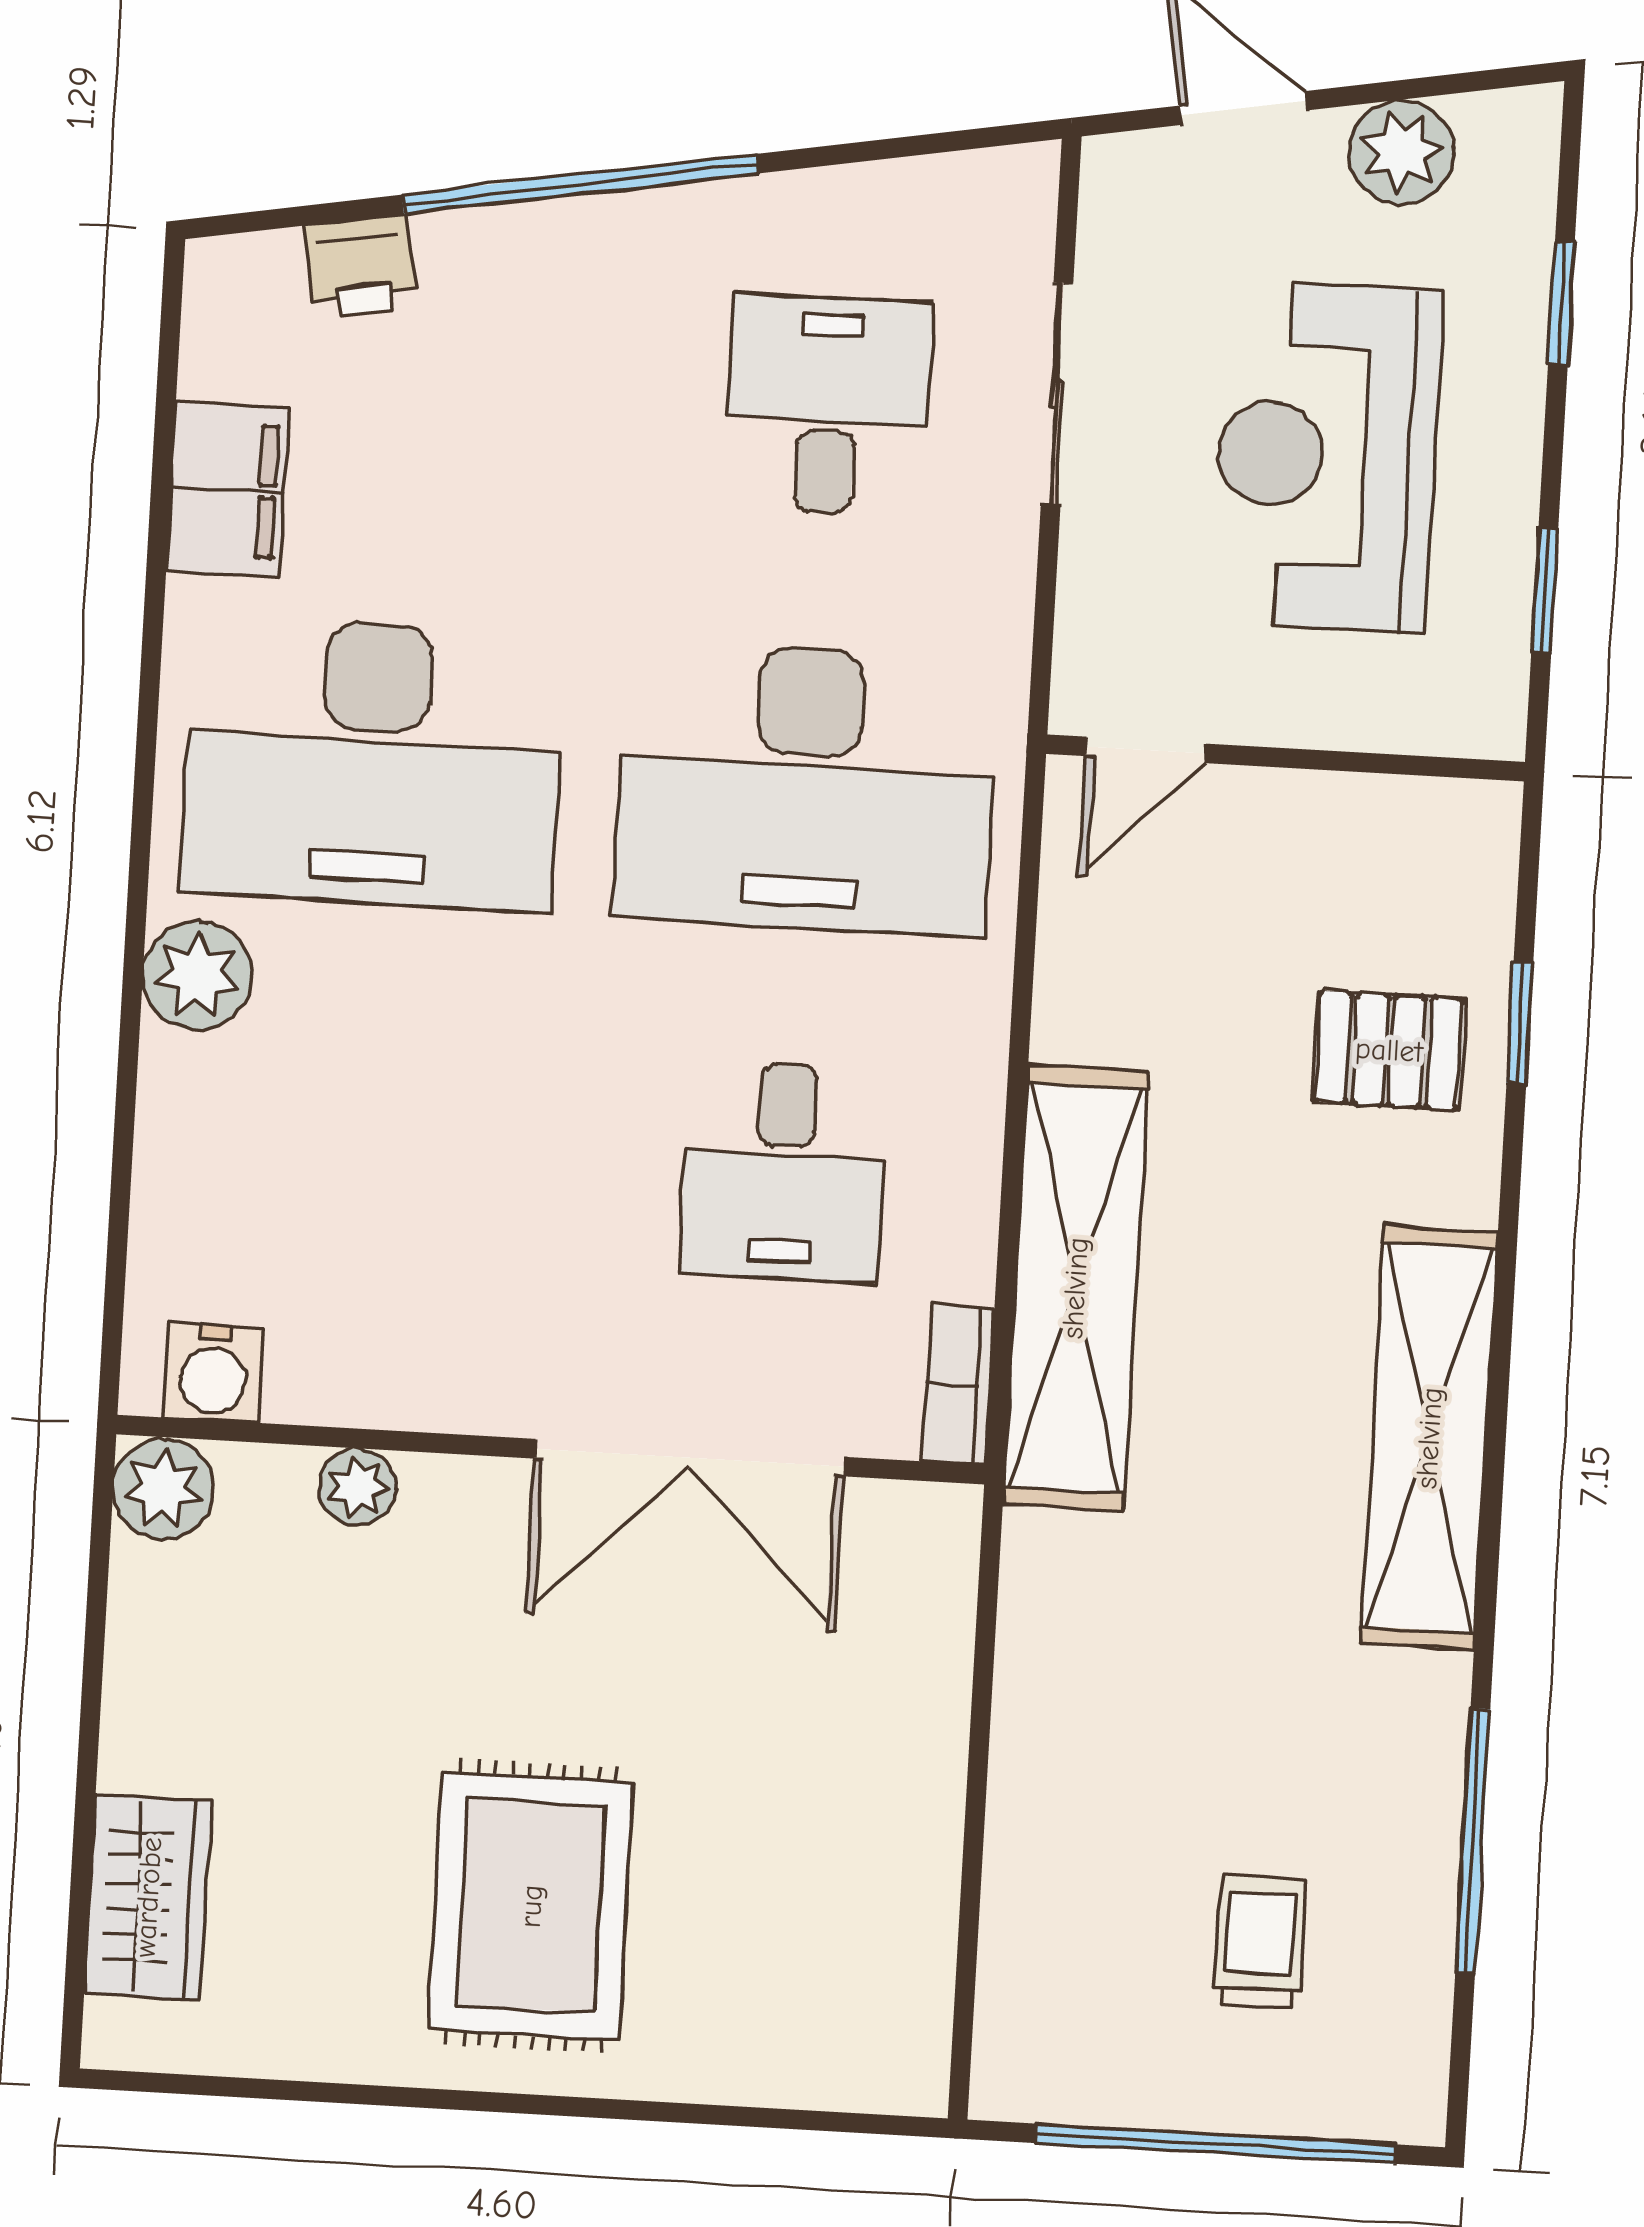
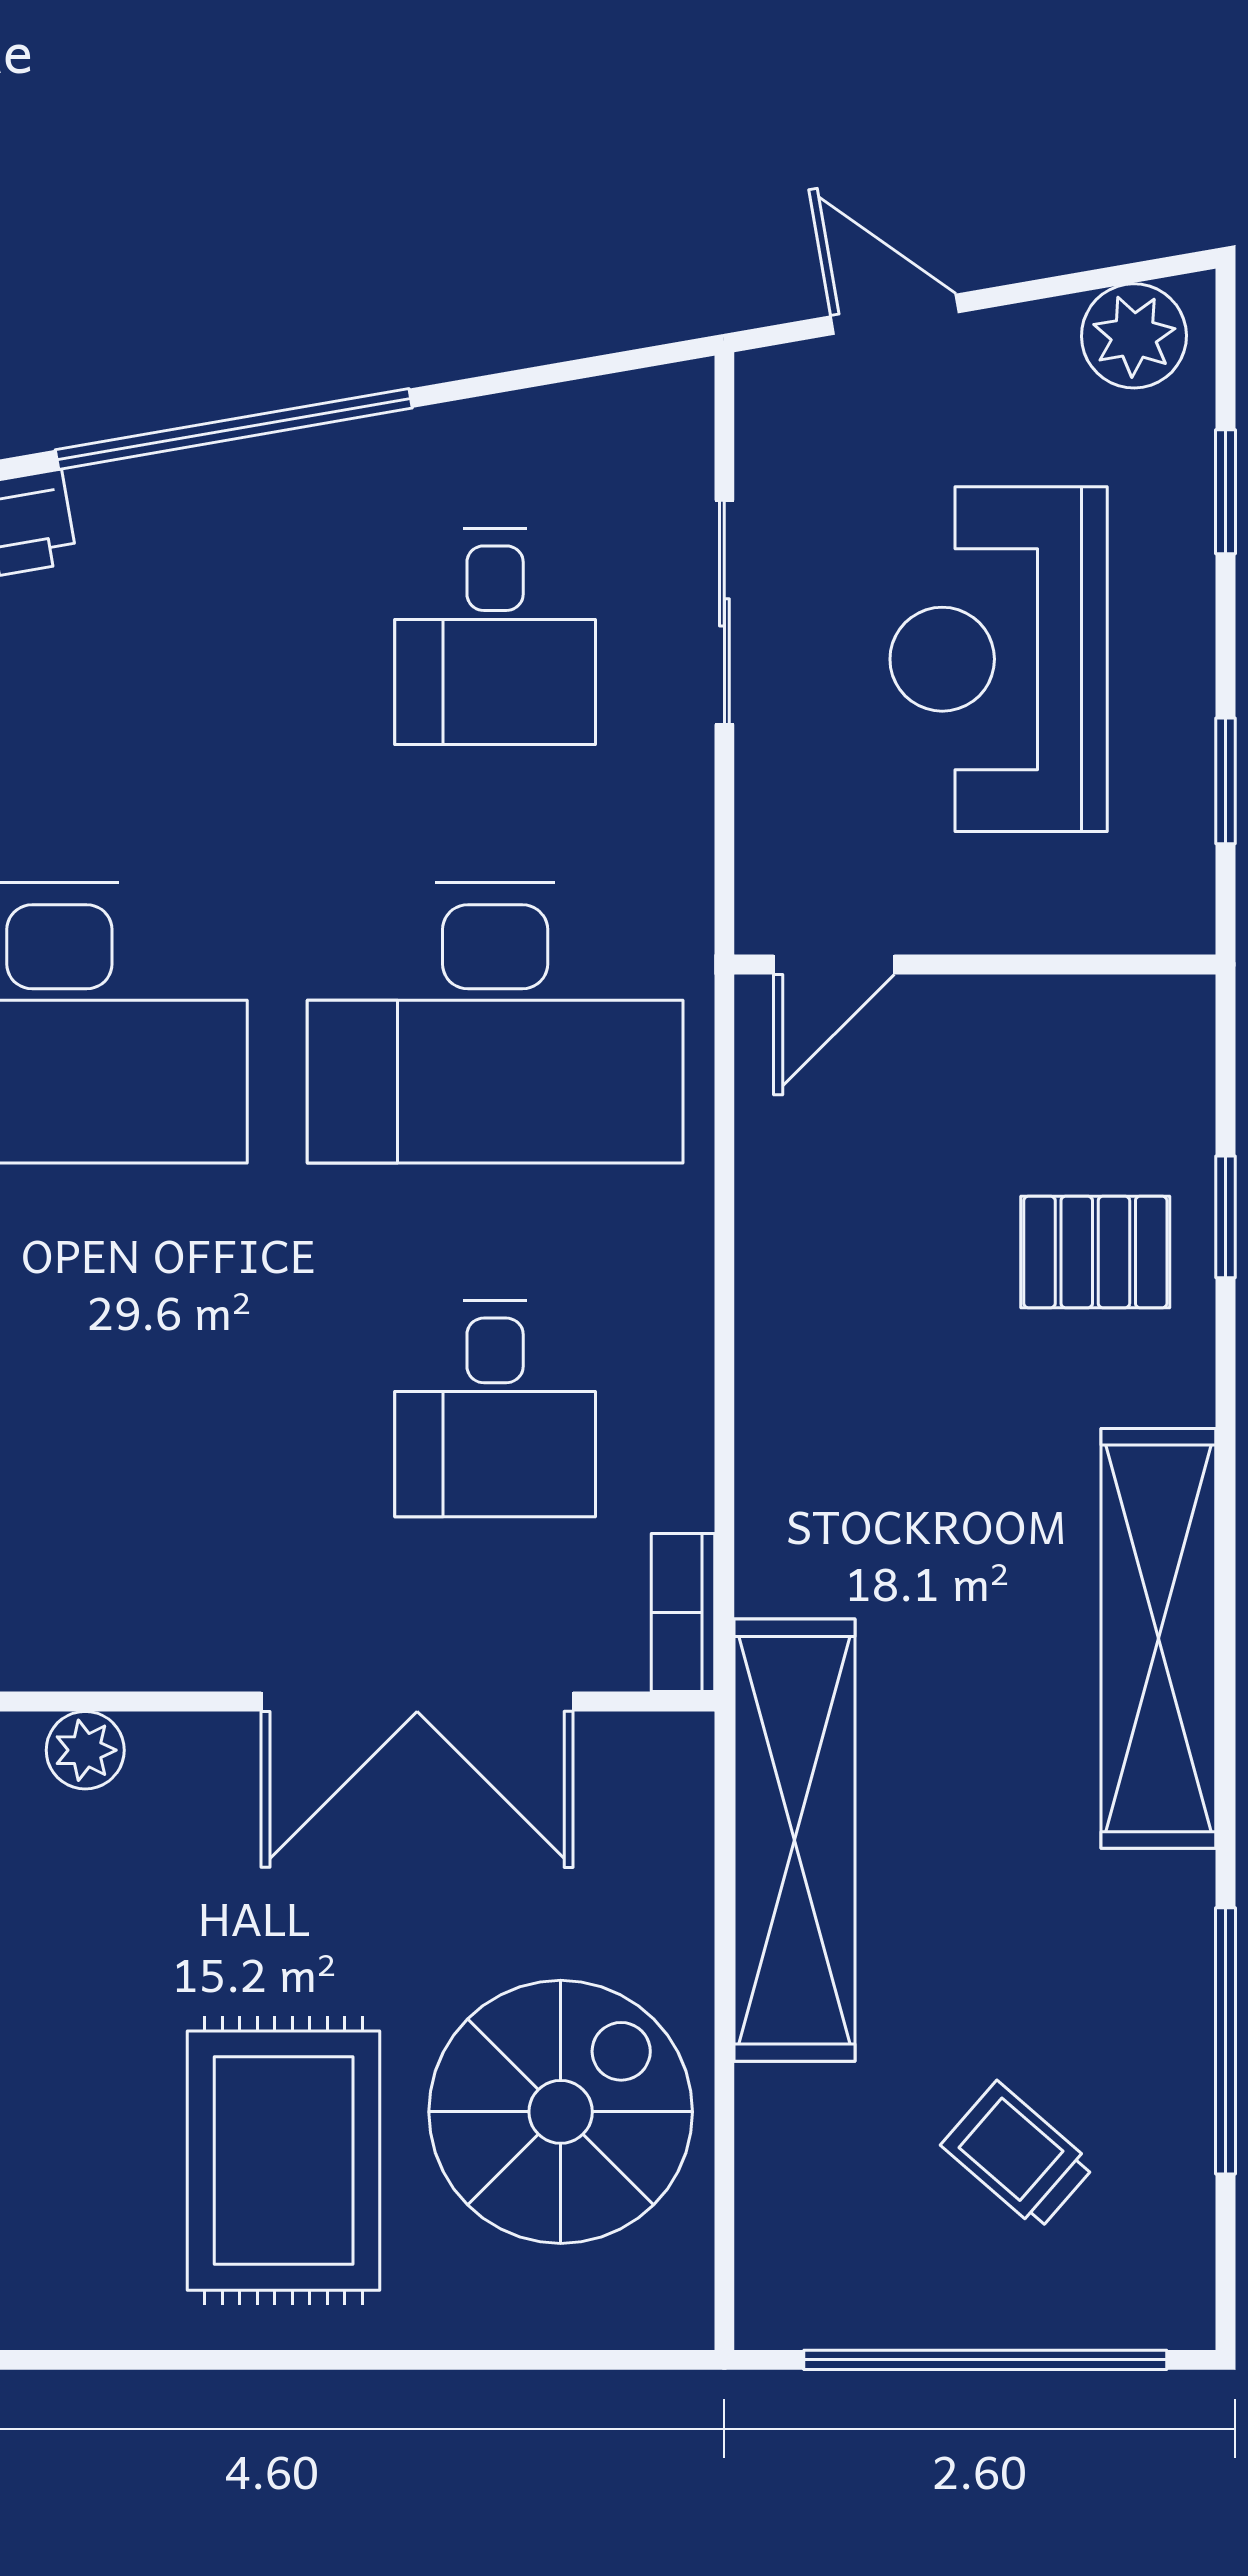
plant: (1401, 152) -> (1134, 336), moved
desk: (828, 405) -> (495, 637), turned 180
shelving: (1075, 1288) -> (795, 1840), moved
spiral stairs: (809, 1873) -> (561, 2112), added
trolley: (1260, 1943) -> (1018, 2155), turned -49

